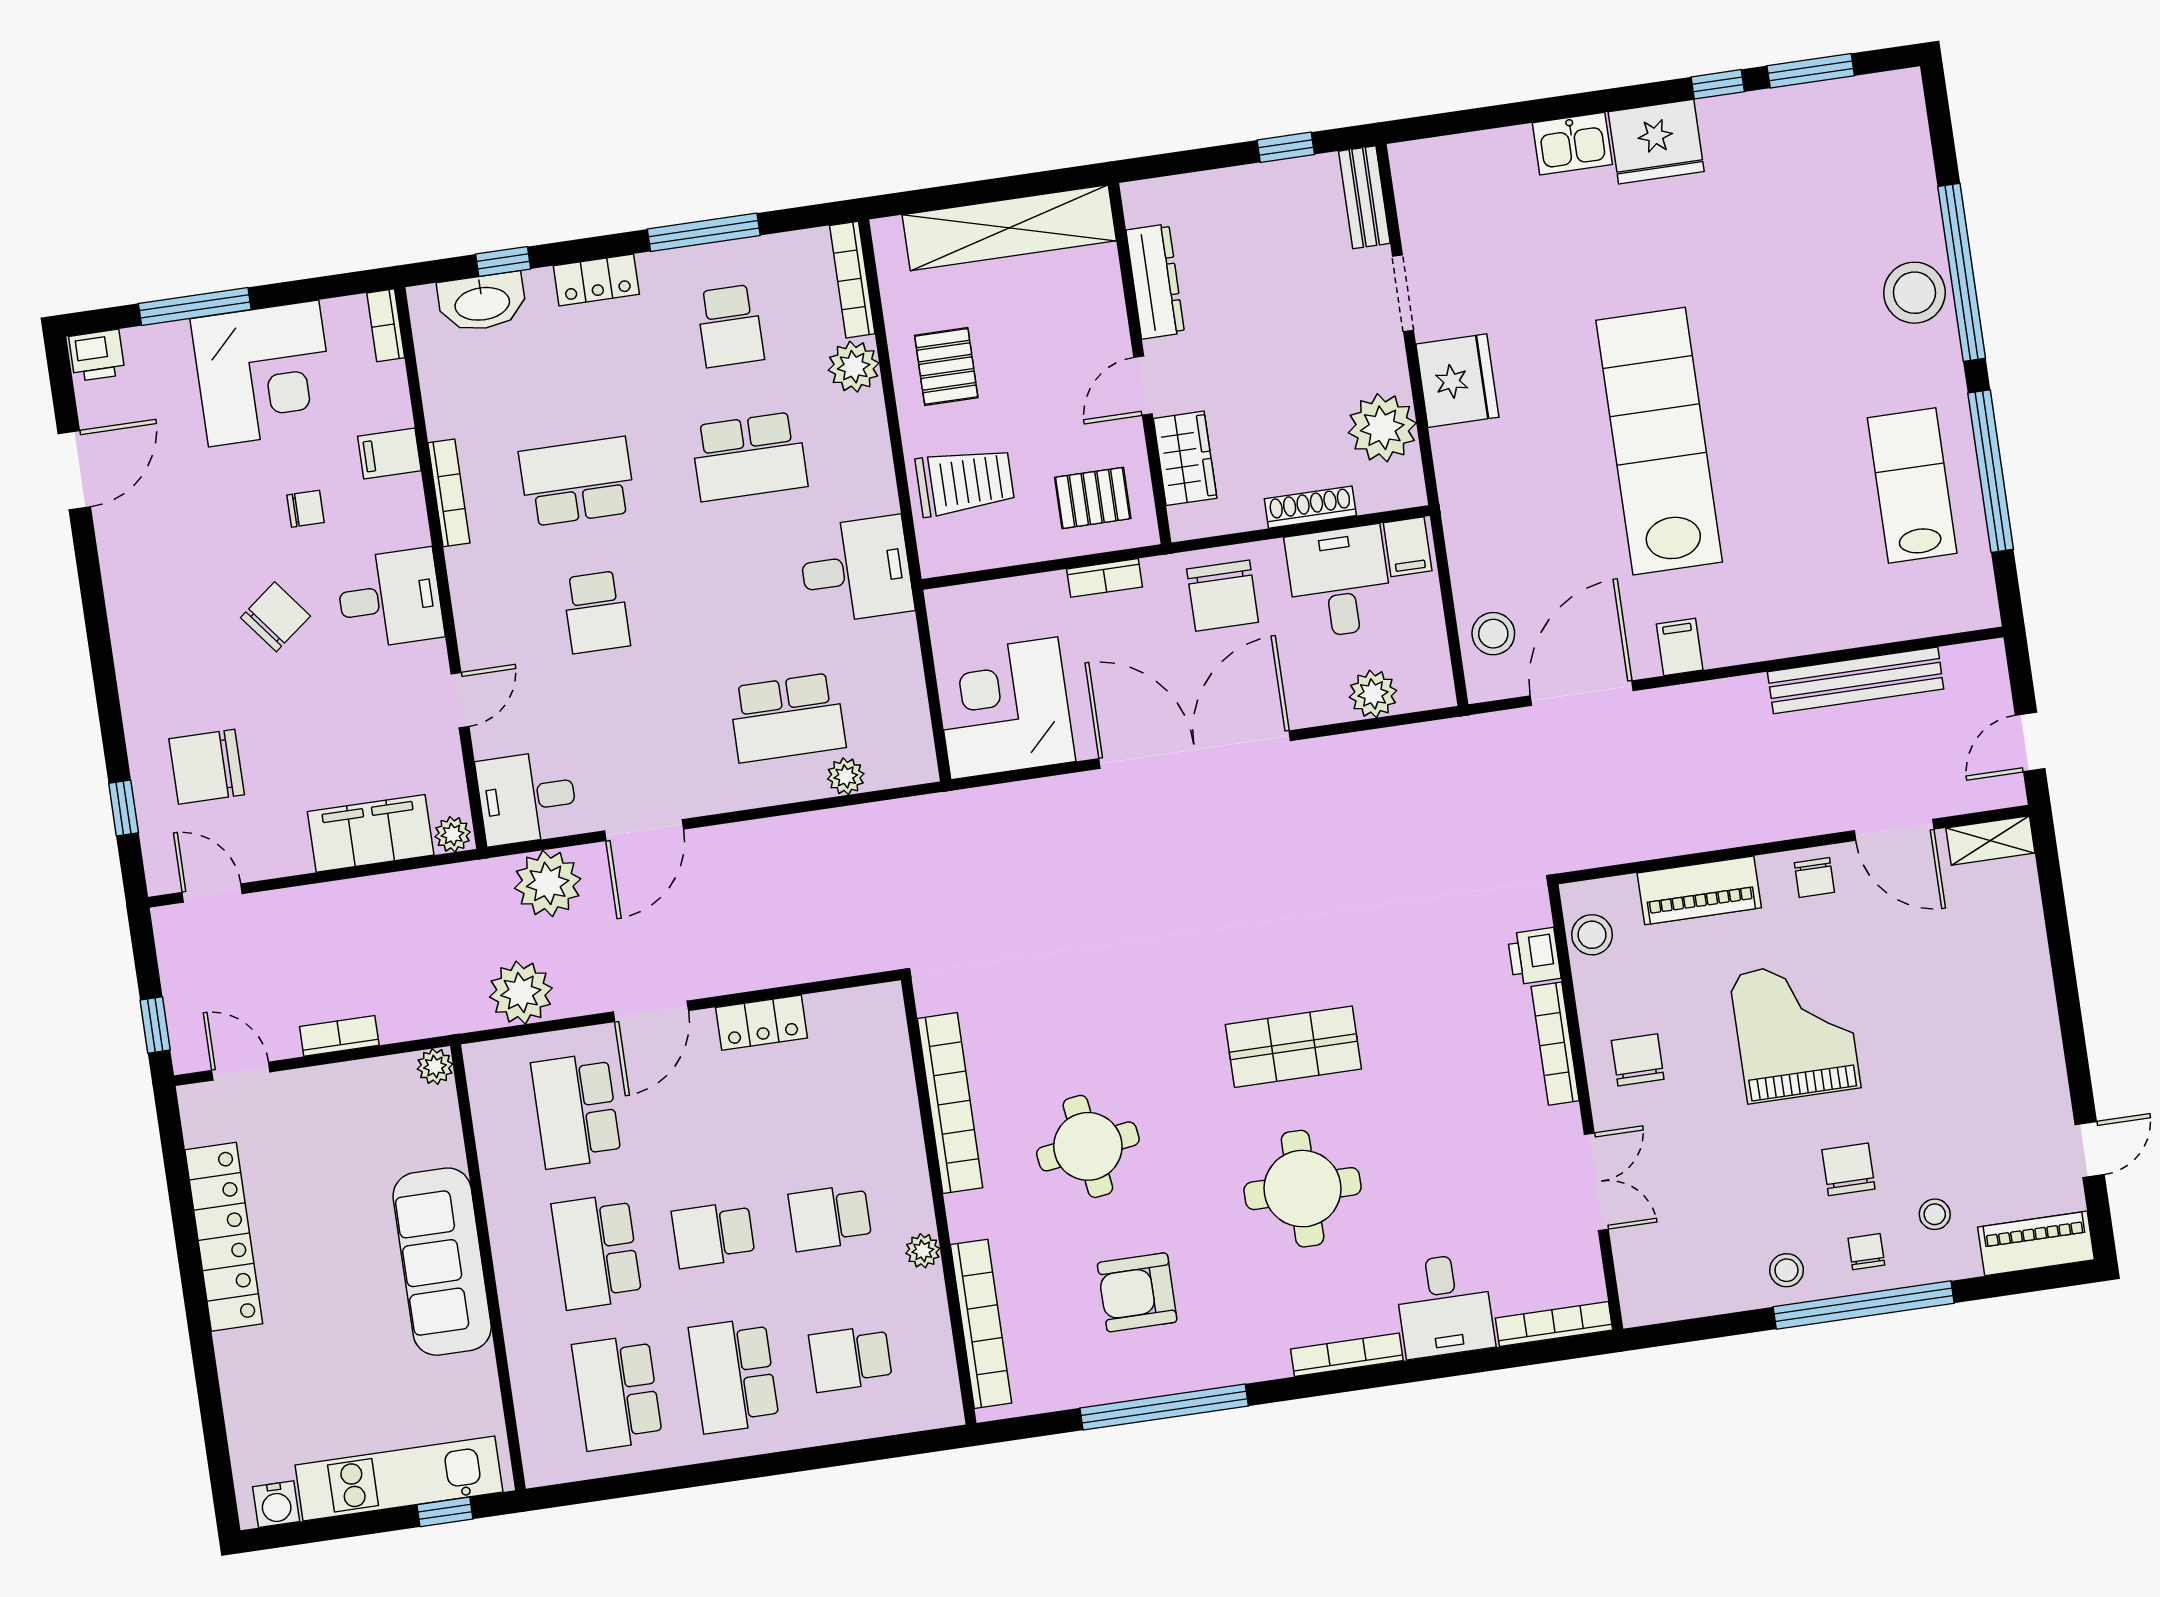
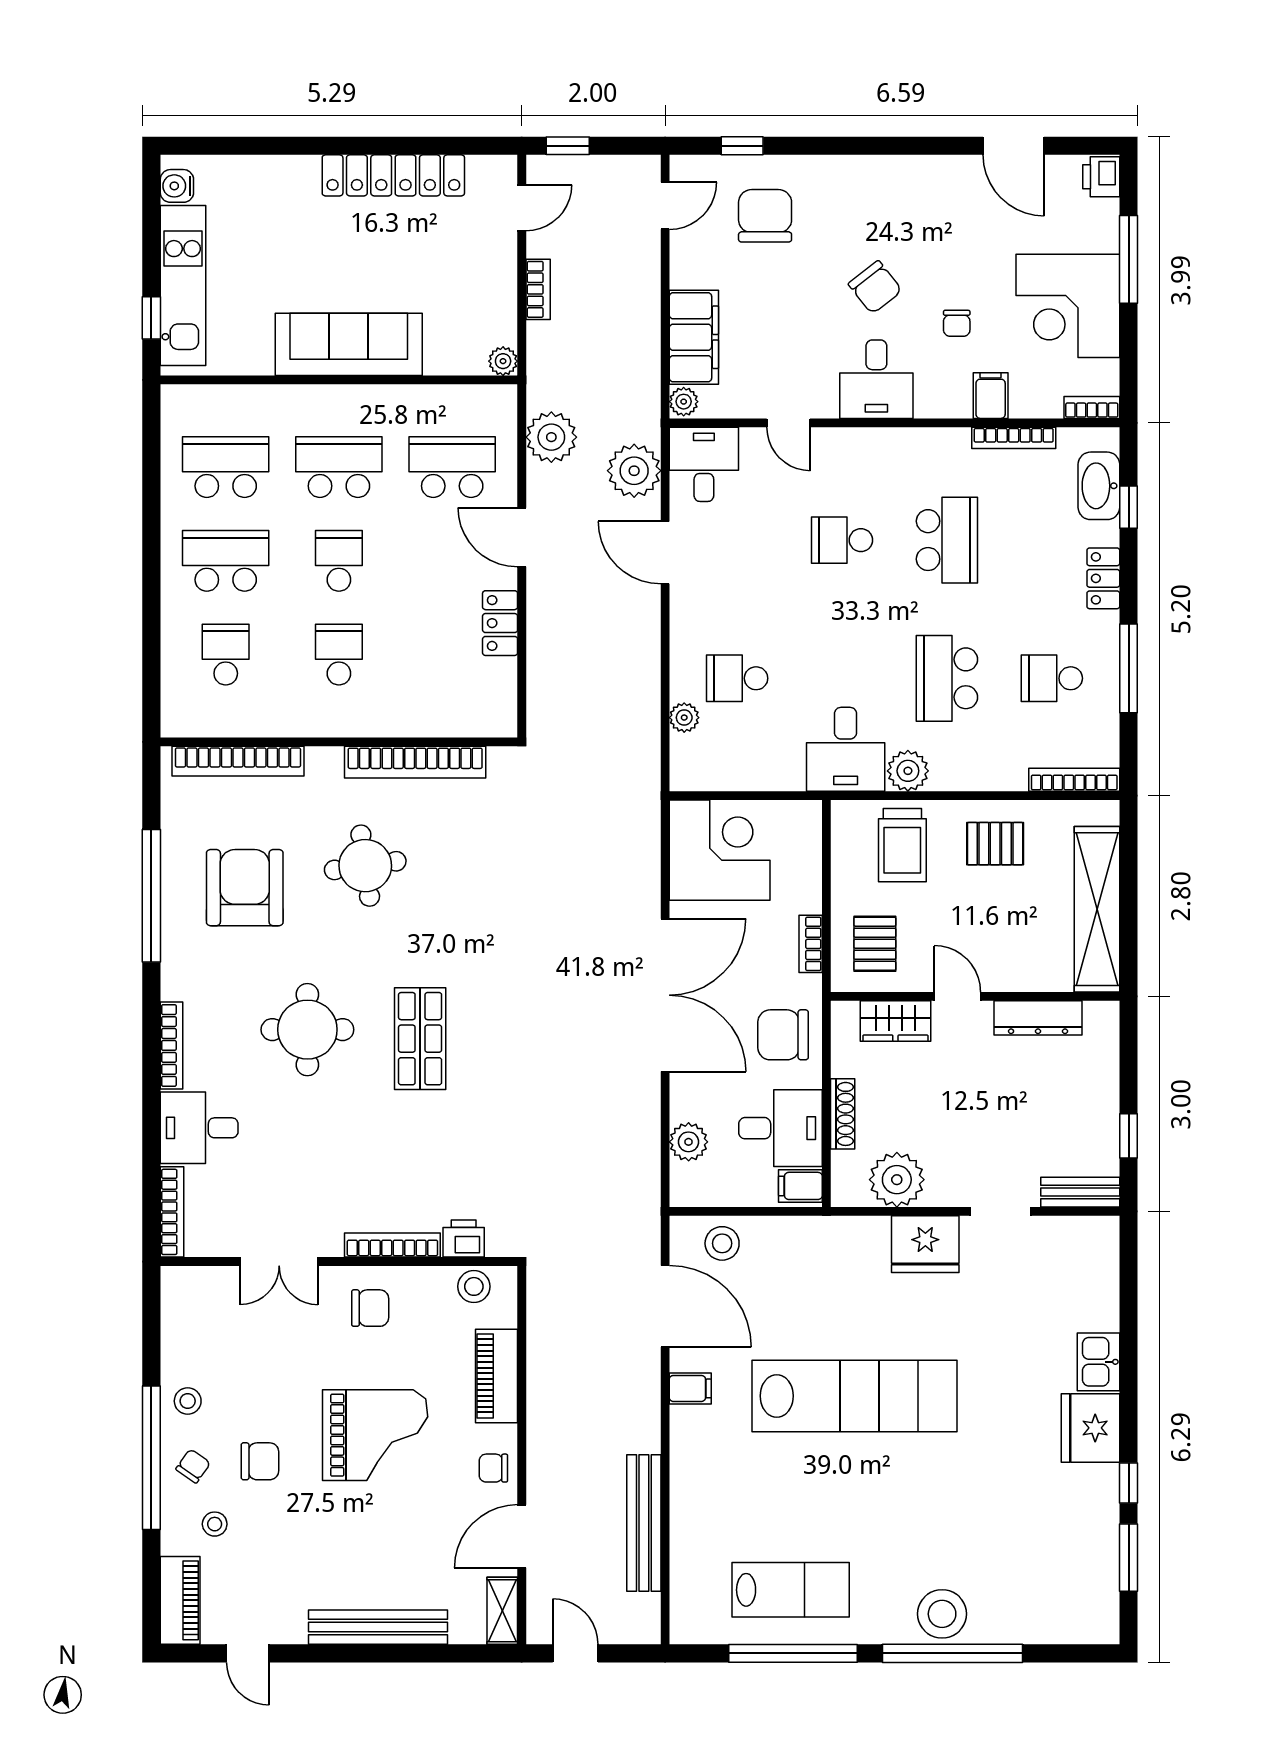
plant: (854, 367) -> (908, 771), moved
bookcase: (449, 493) -> (1014, 438), moved
school desk: (787, 718) -> (737, 678), width x0.54
bench: (2033, 992) -> (378, 1627), added
plant: (923, 1251) -> (302, 724), removed
chair: (1866, 1252) -> (193, 1466), turned -55
armchair: (1137, 1292) -> (245, 888), width x1.36, depth x1.36

